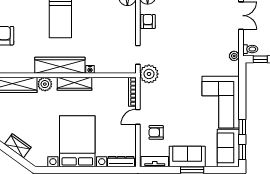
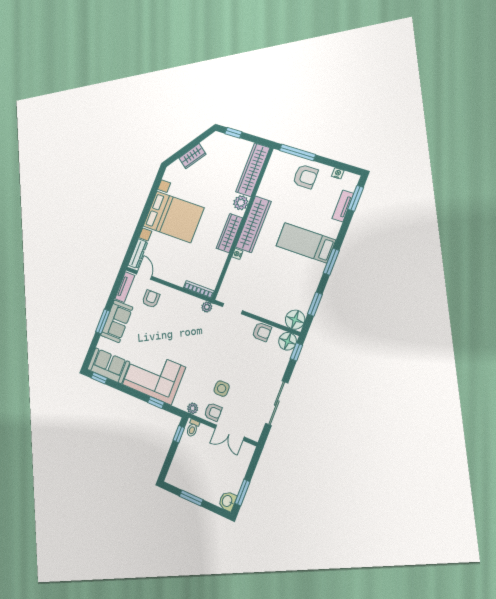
side table: (208, 37) -> (222, 389), added
armchair: (230, 37) -> (213, 412), added
plant: (149, 74) -> (207, 307), width x0.53, depth x0.53
door: (138, 117) -> (144, 275), moved
window: (242, 127) -> (156, 403), moved

